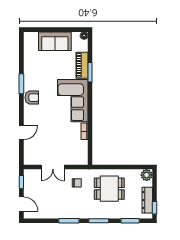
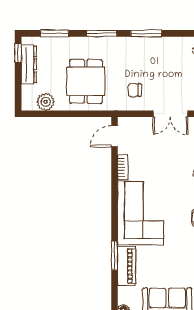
door: (90, 152) -> (115, 136), added
double door: (53, 167) -> (170, 114), swing flipped
plant: (147, 175) -> (46, 102), moved
dining table: (109, 189) -> (86, 81), turned 90

